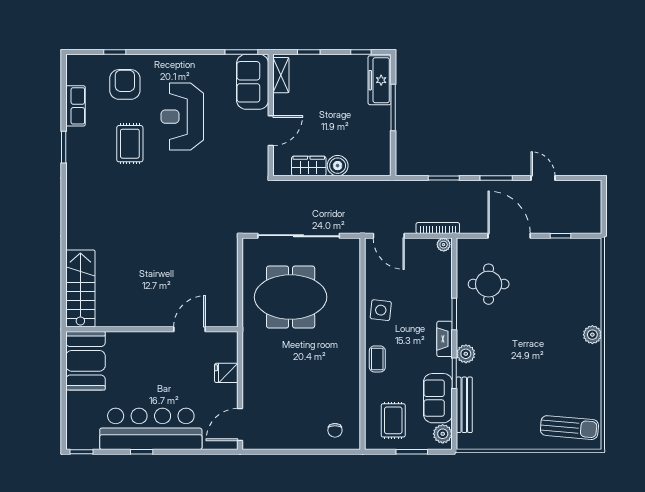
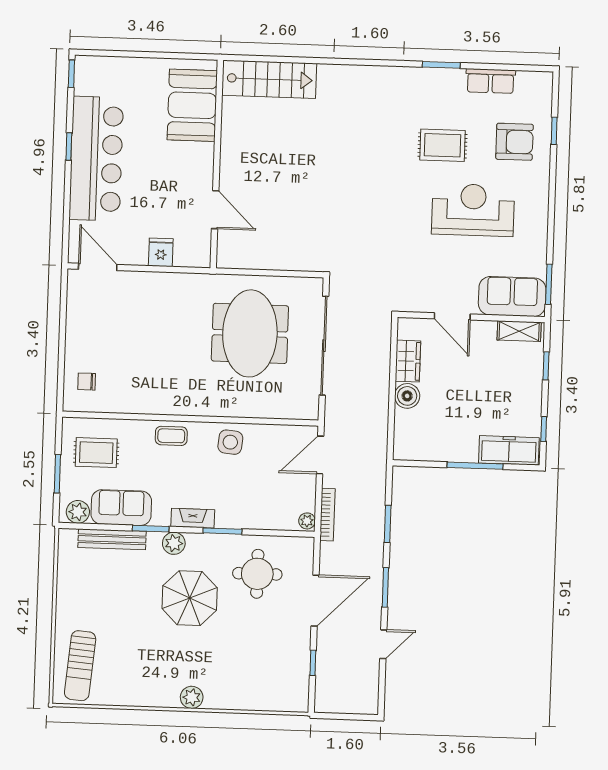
parasol: (511, 339) -> (190, 598), added
booth: (85, 361) -> (192, 105), moved, turned 90

